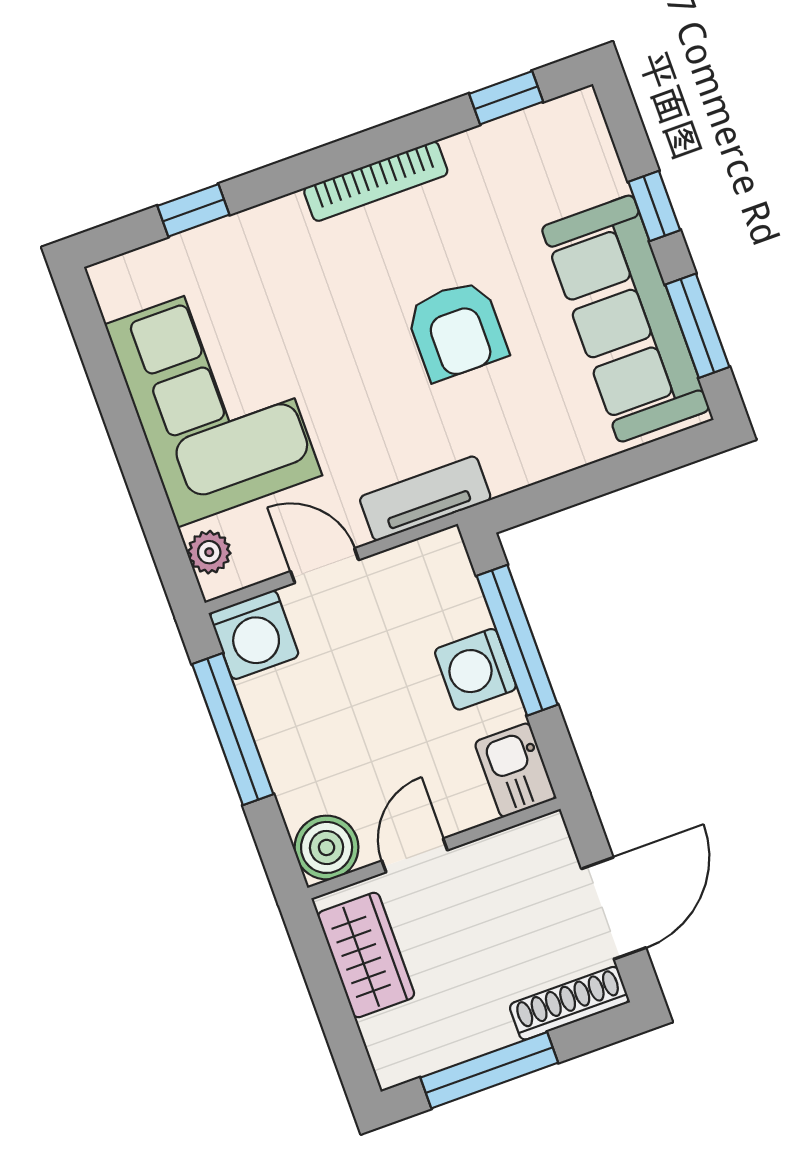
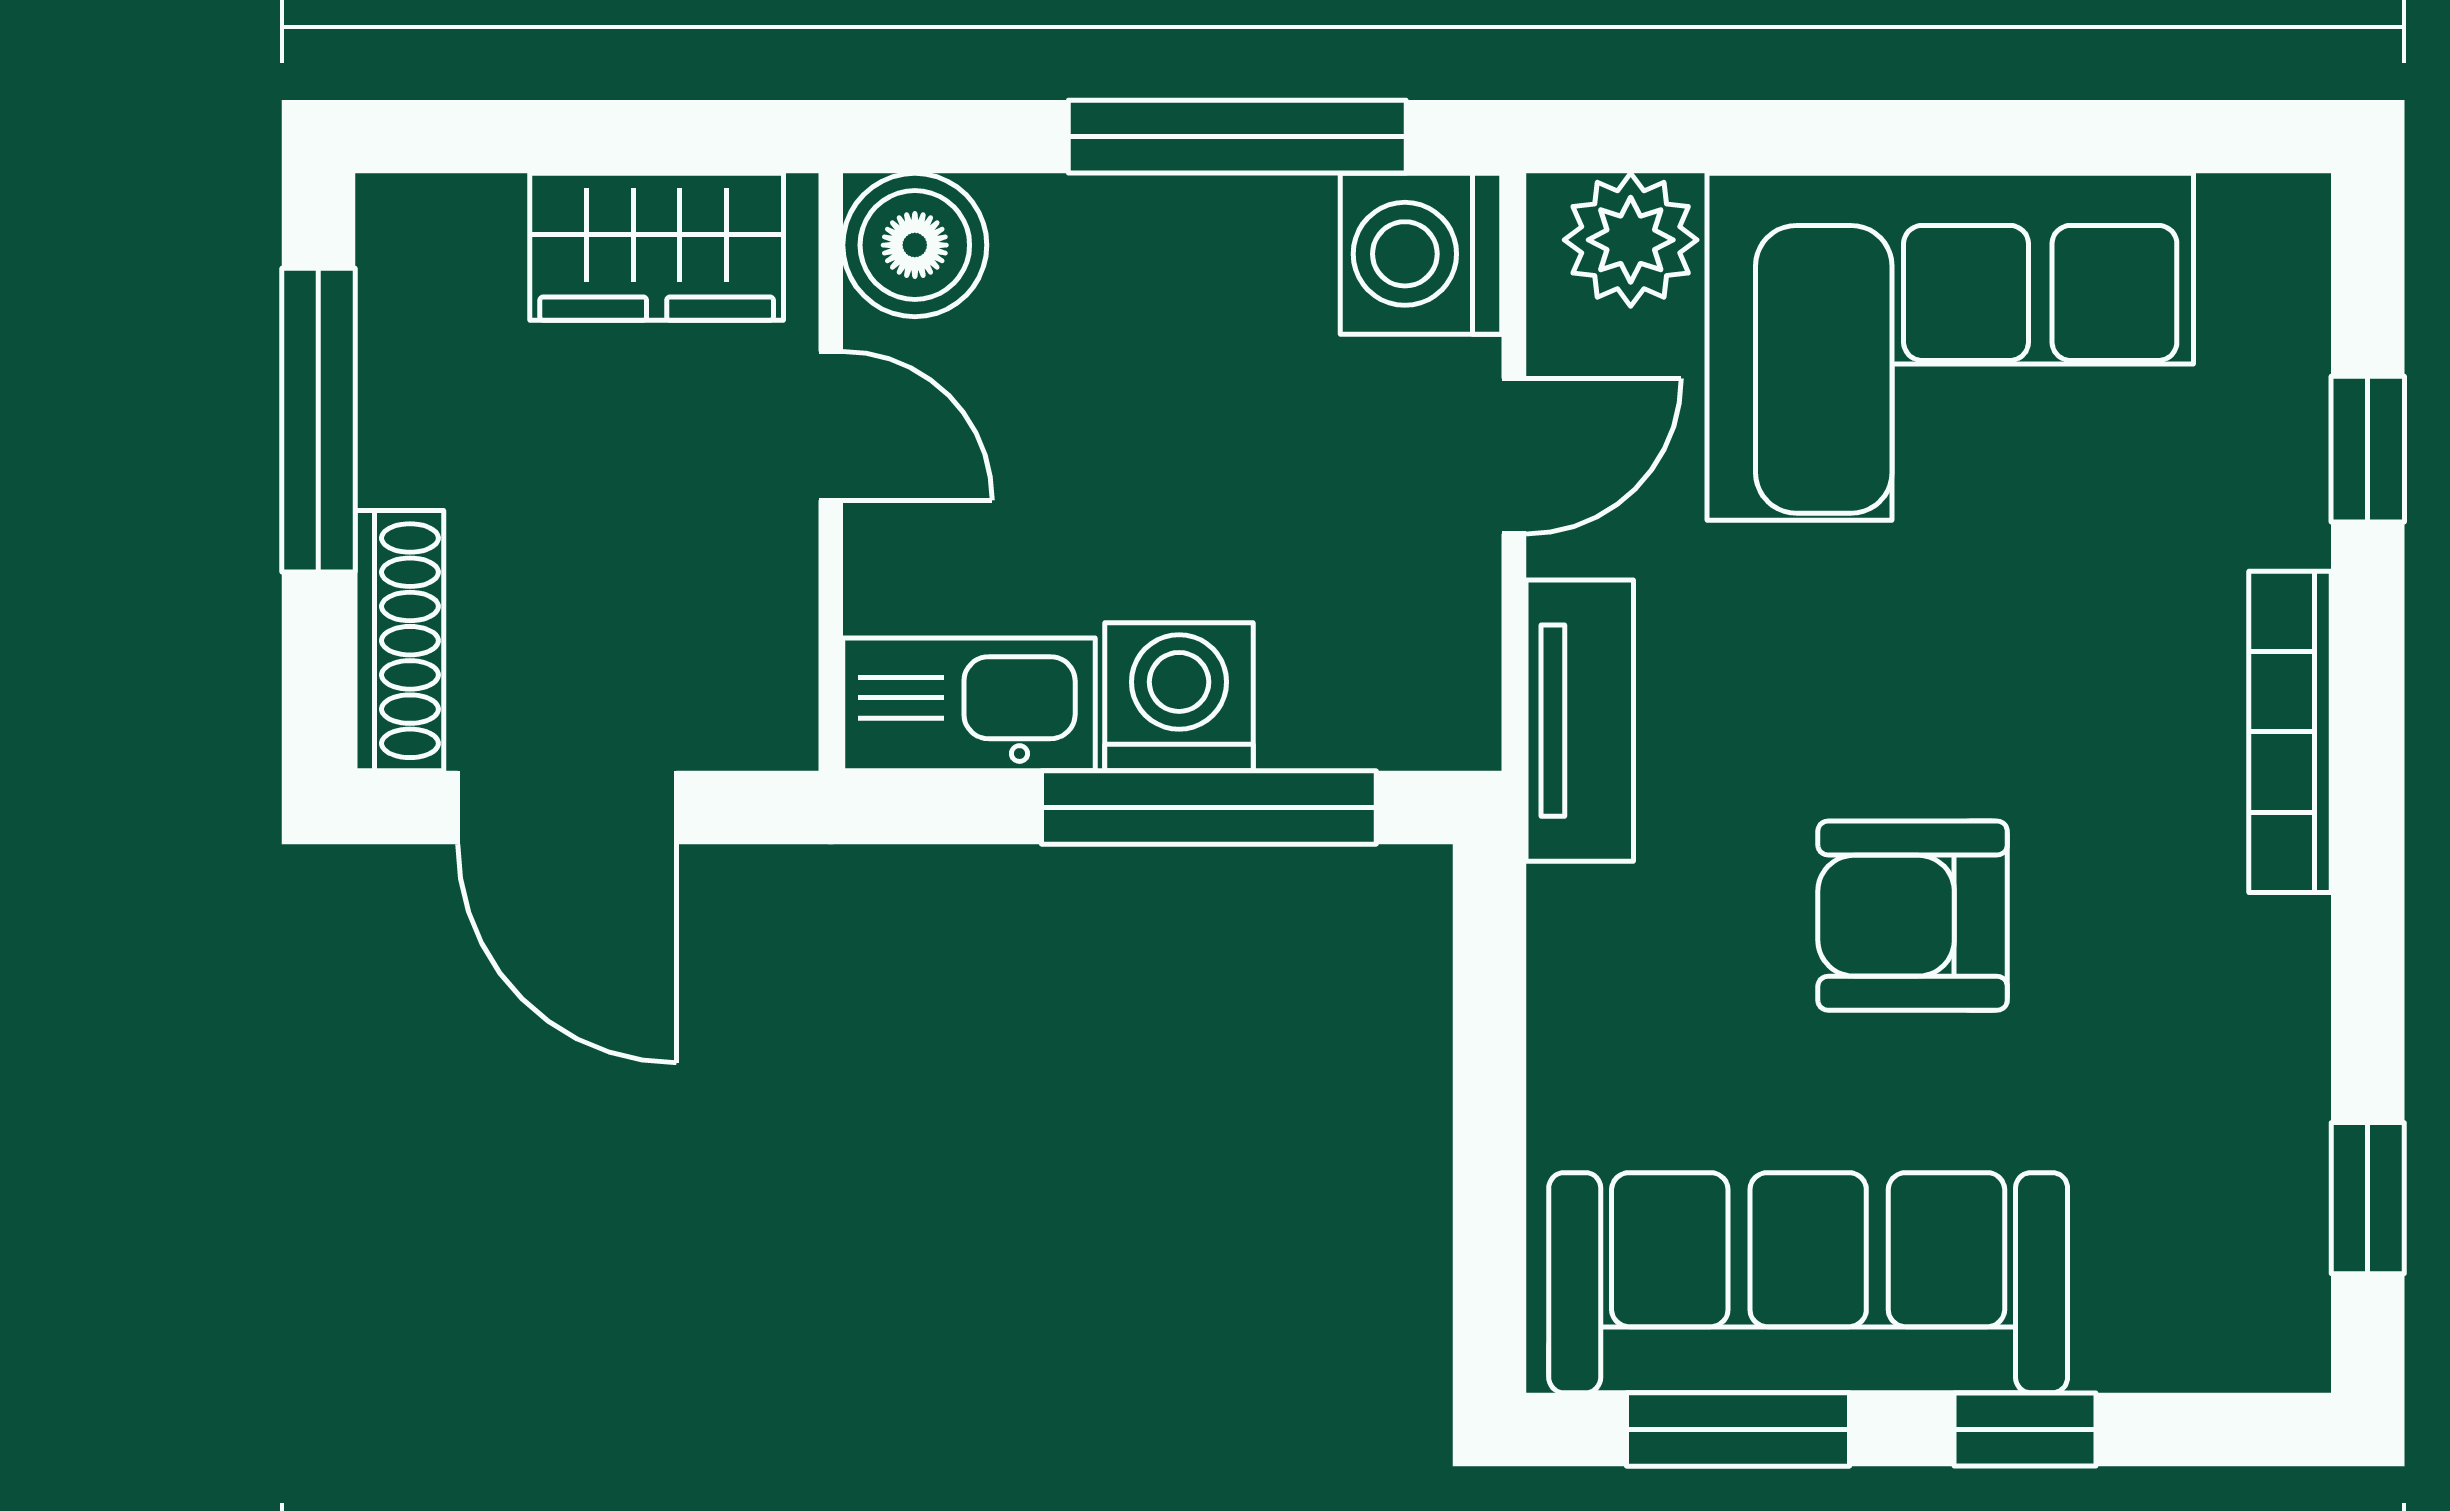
bookcase: (376, 181) -> (2290, 732), moved
plant: (209, 552) -> (1631, 240), width x1.38, depth x1.38
kitchen sink: (515, 770) -> (969, 704), width x1.38

